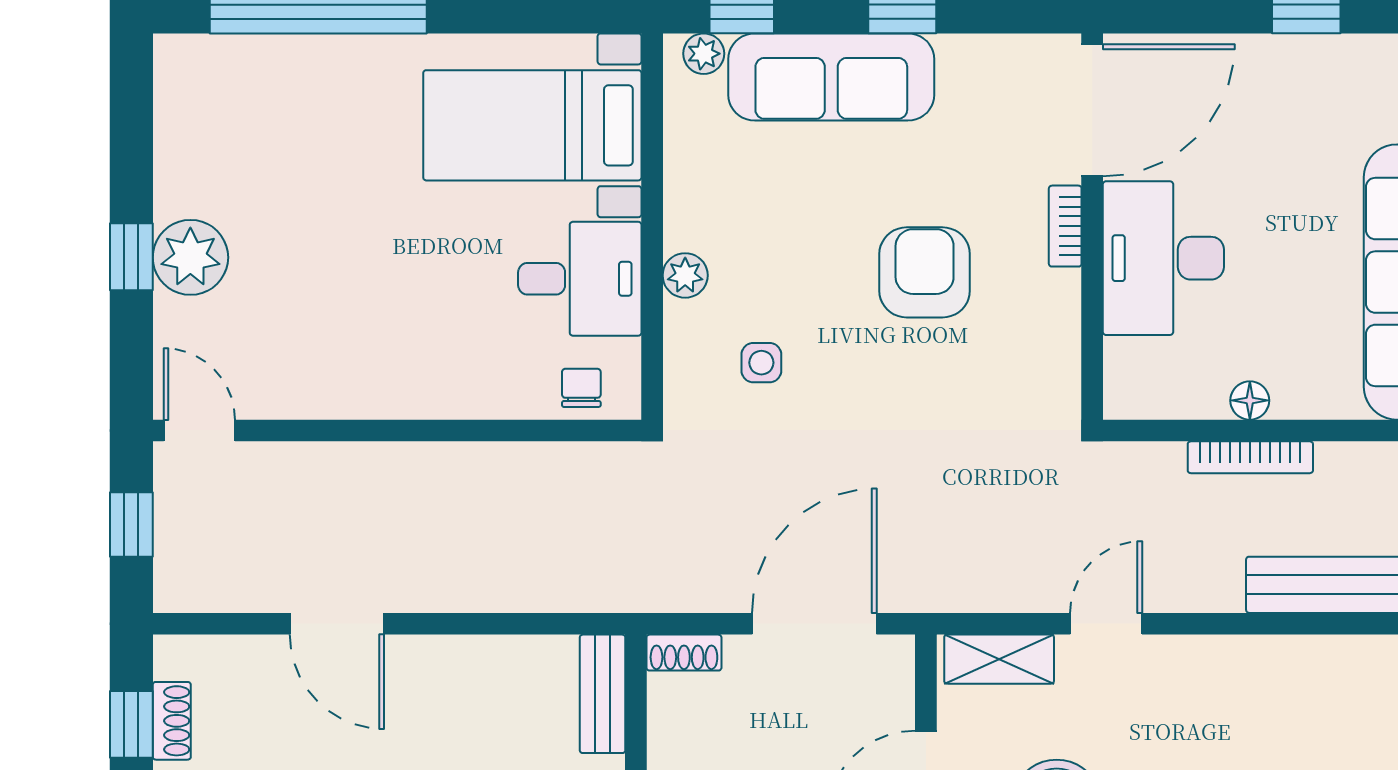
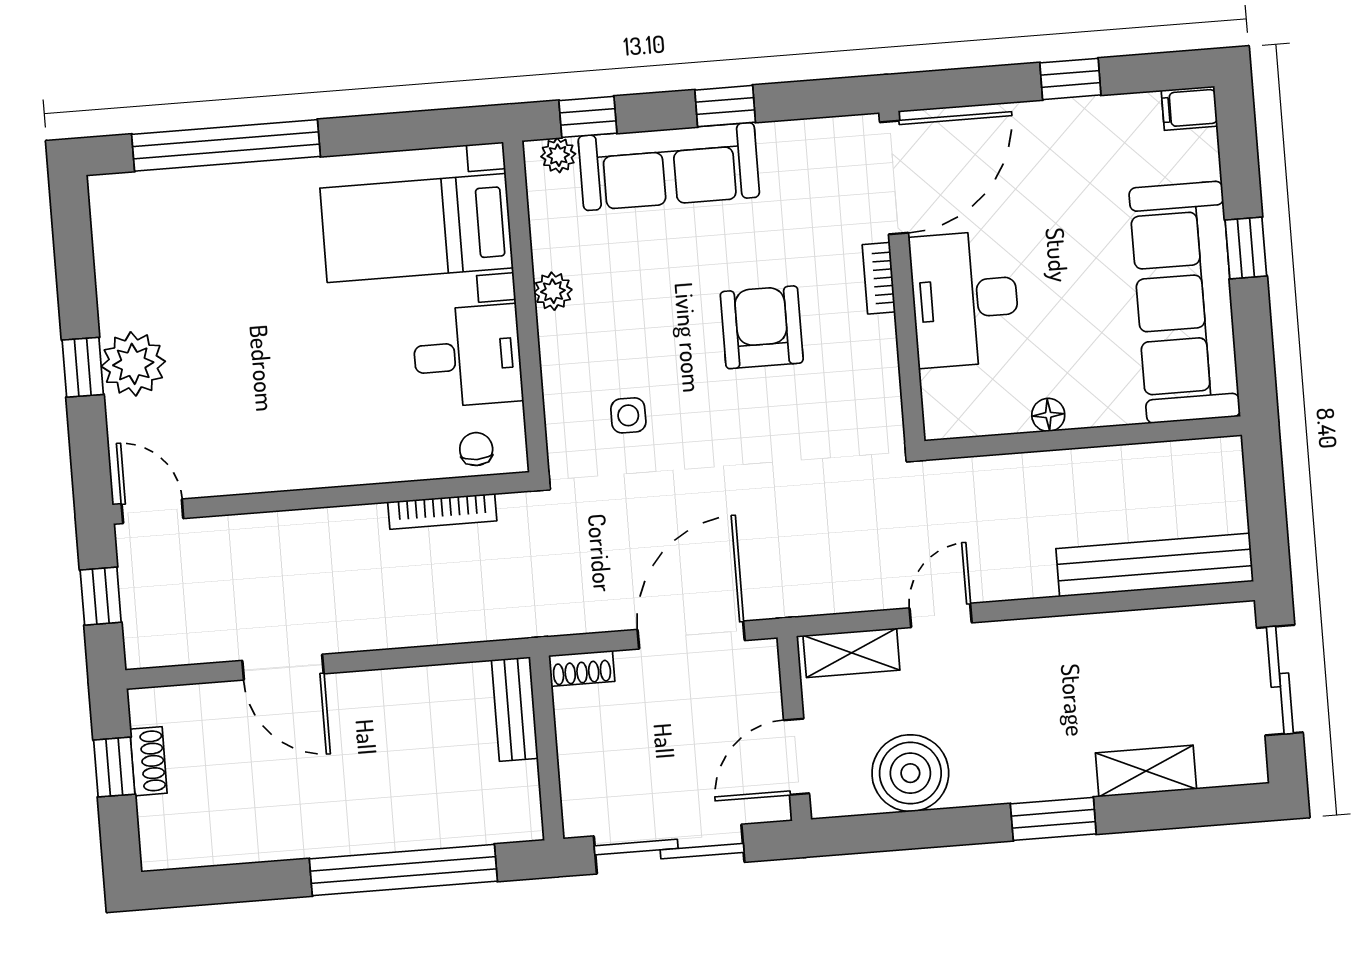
plant: (685, 275) -> (553, 291), moved
bookcase: (1250, 457) -> (442, 511), moved

